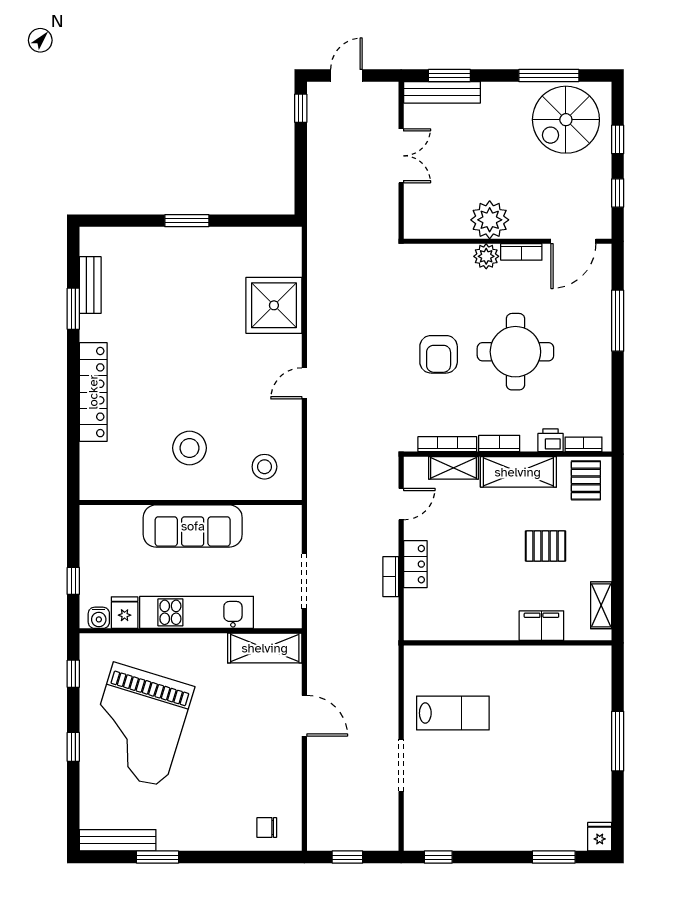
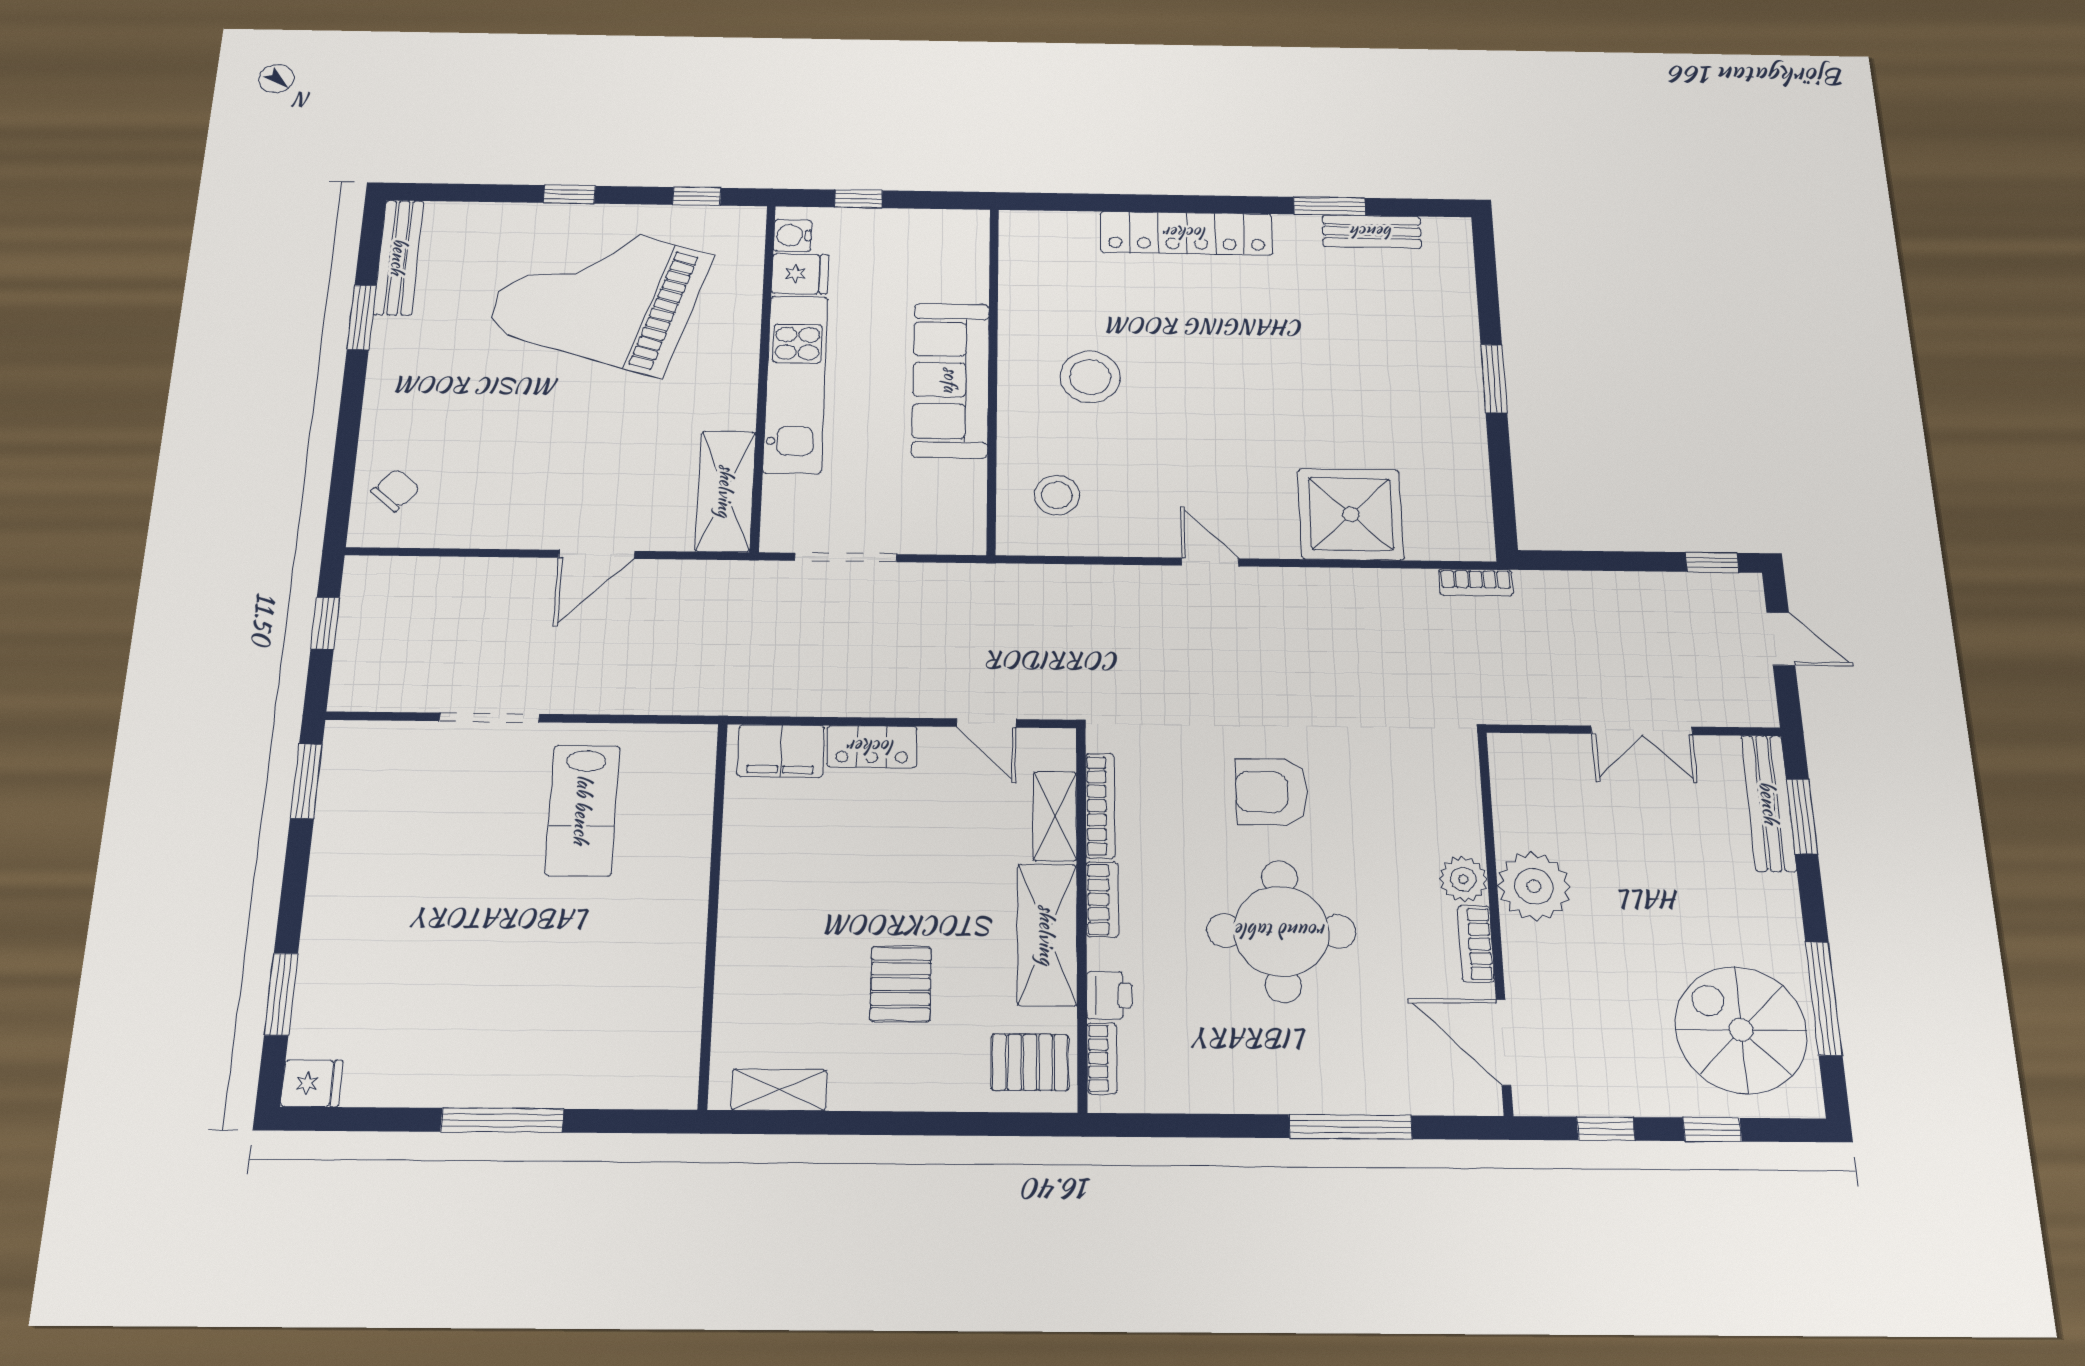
bookcase: (391, 577) -> (1476, 582), moved, turned 180
filing cabinet: (541, 626) -> (781, 751), moved, turned 90
chair: (267, 828) -> (396, 490), turned 41
window: (438, 857) -> (306, 781), width x1.50

